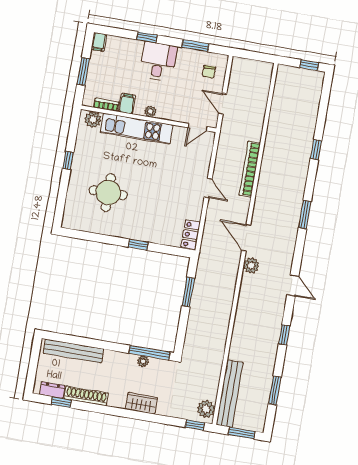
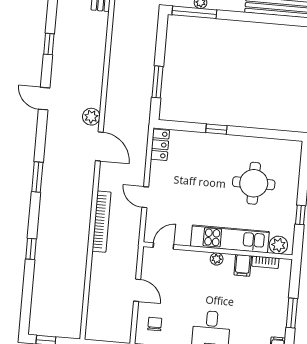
filing cabinet: (127, 104) -> (243, 265), moved
bookcase: (106, 105) -> (265, 262), moved
plant: (150, 111) -> (217, 259), moved
plant: (93, 119) -> (278, 245), moved
wall: (149, 119) -> (218, 251), moved
door: (198, 127) -> (163, 246), moved
kitchen unit: (137, 129) -> (230, 239), moved

